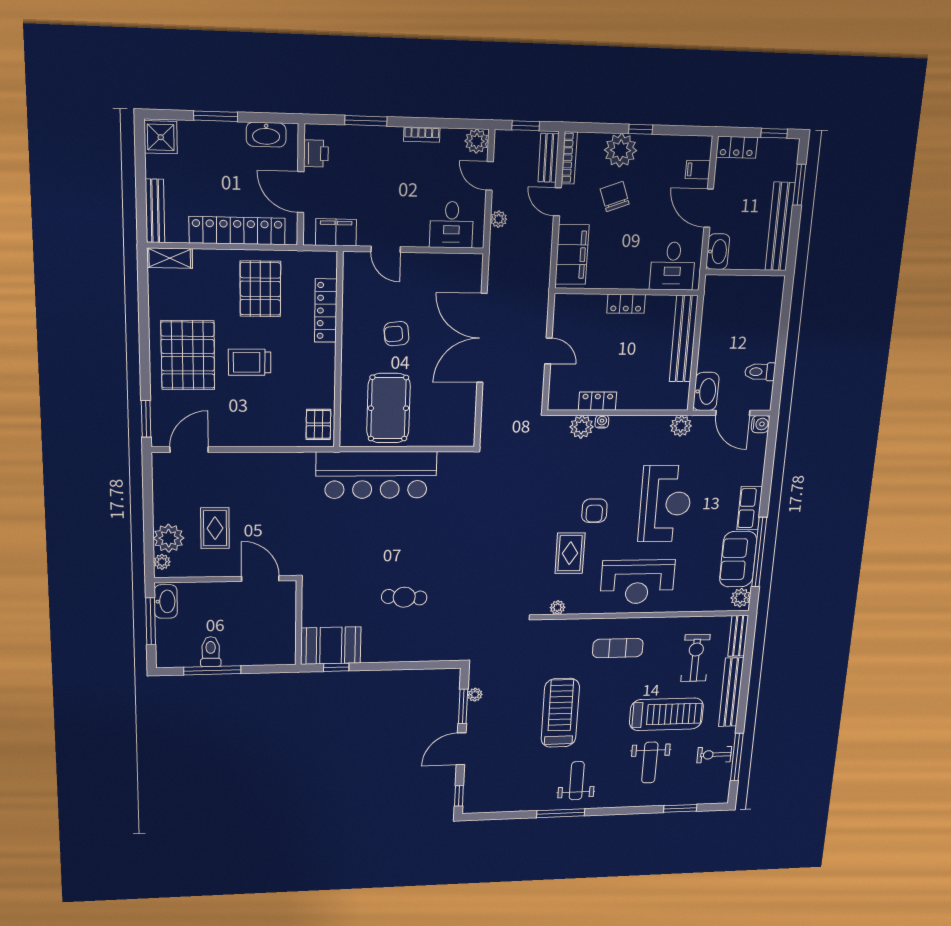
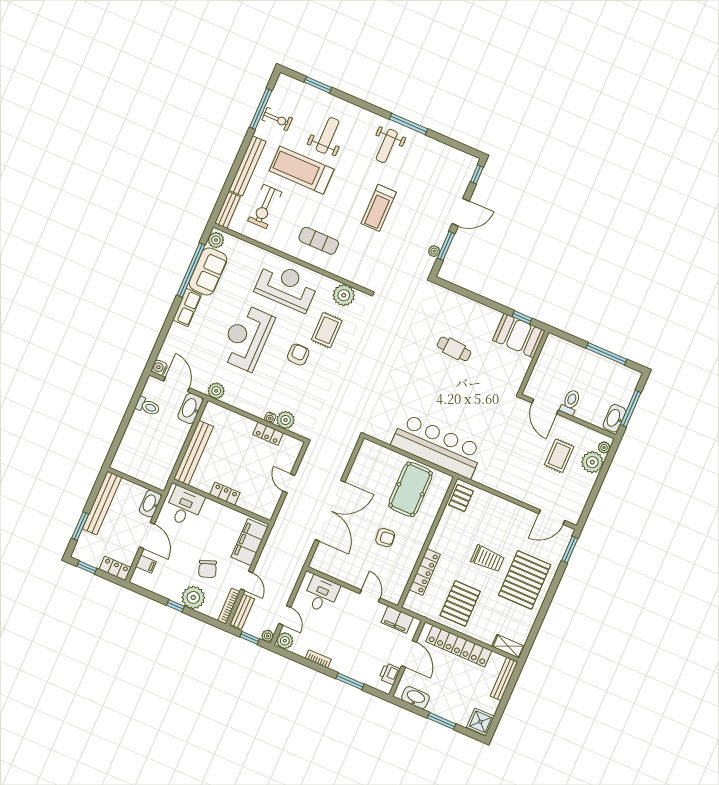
plant: (499, 219) -> (267, 636), moved
plant: (557, 607) -> (344, 295), width x1.87, depth x1.87
toilet: (211, 652) -> (570, 402), moved, turned 180
treadmill: (560, 713) -> (379, 208), width x0.73, depth x0.73

